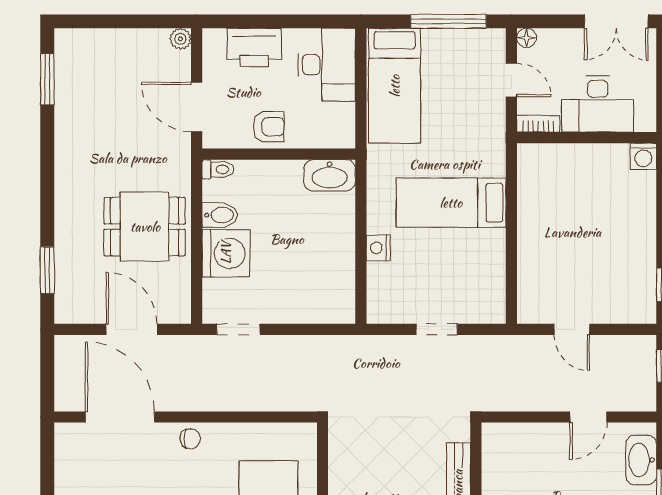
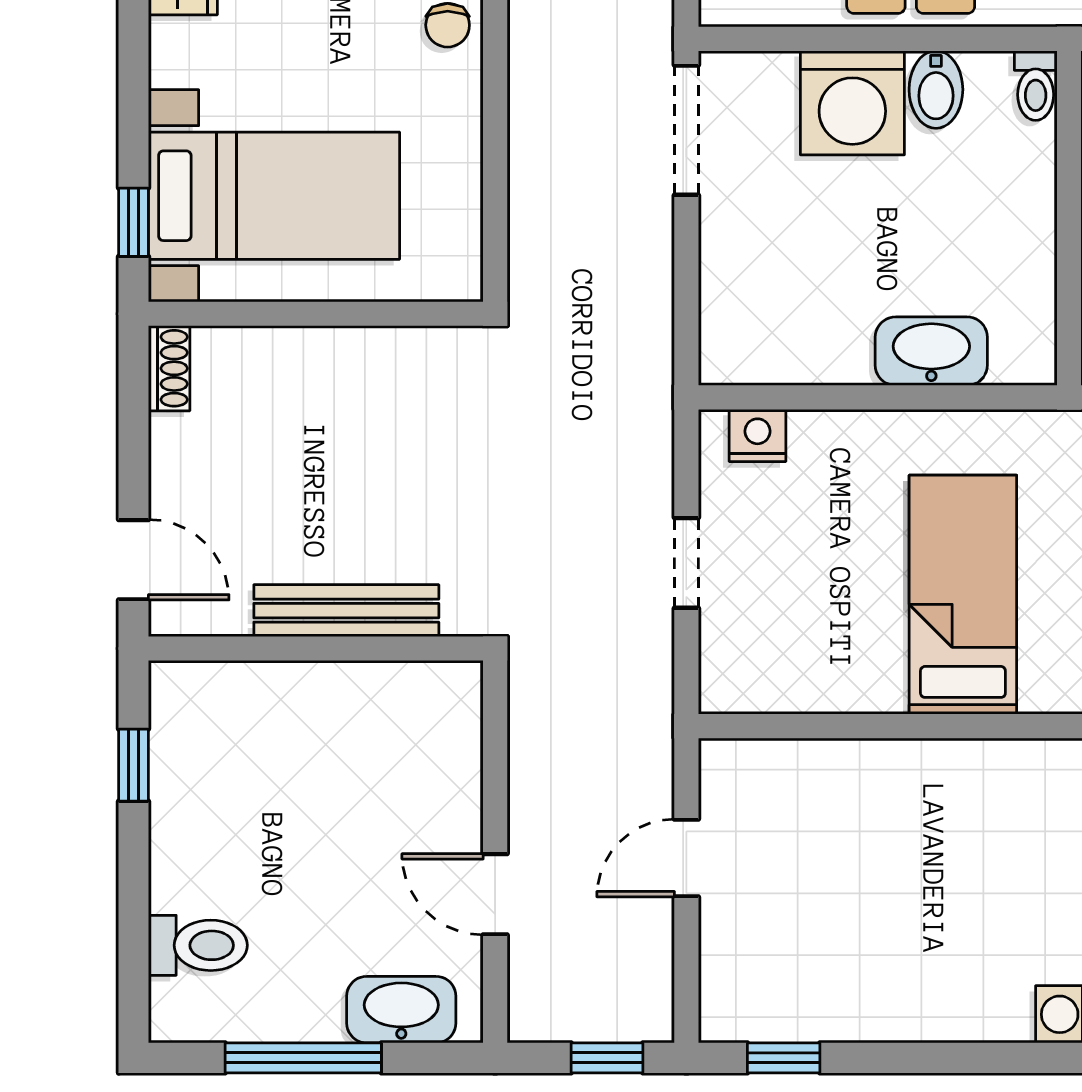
washbasin: (330, 175) -> (931, 351), moved, turned 90
nightstand: (378, 248) -> (757, 435), moved
doorway: (238, 329) -> (686, 130), width x1.38

